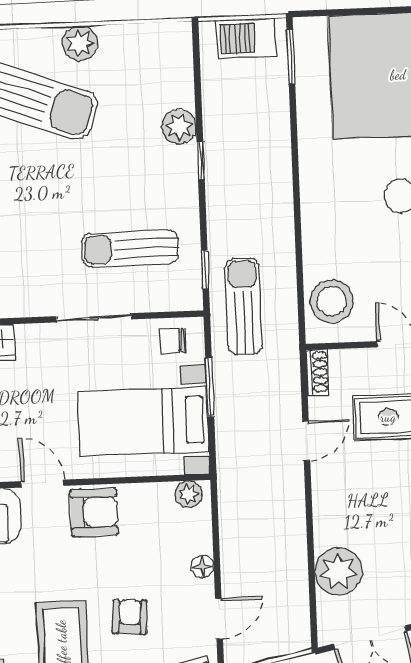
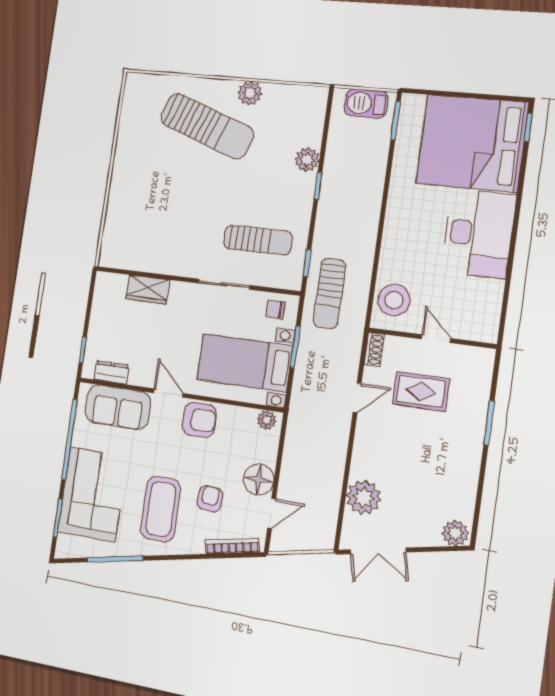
sun lounger: (130, 249) -> (258, 240), turned 180
sun lounger: (244, 306) -> (329, 293), turned 180
floor lamp: (202, 567) -> (259, 480), width x1.89, depth x1.89

